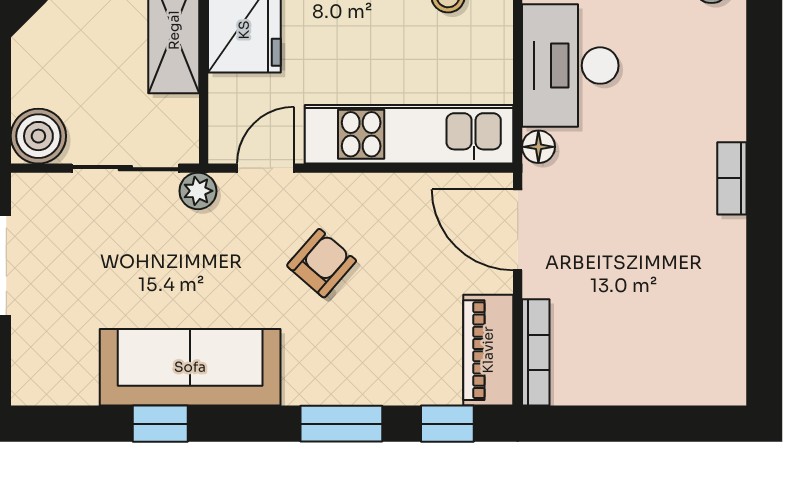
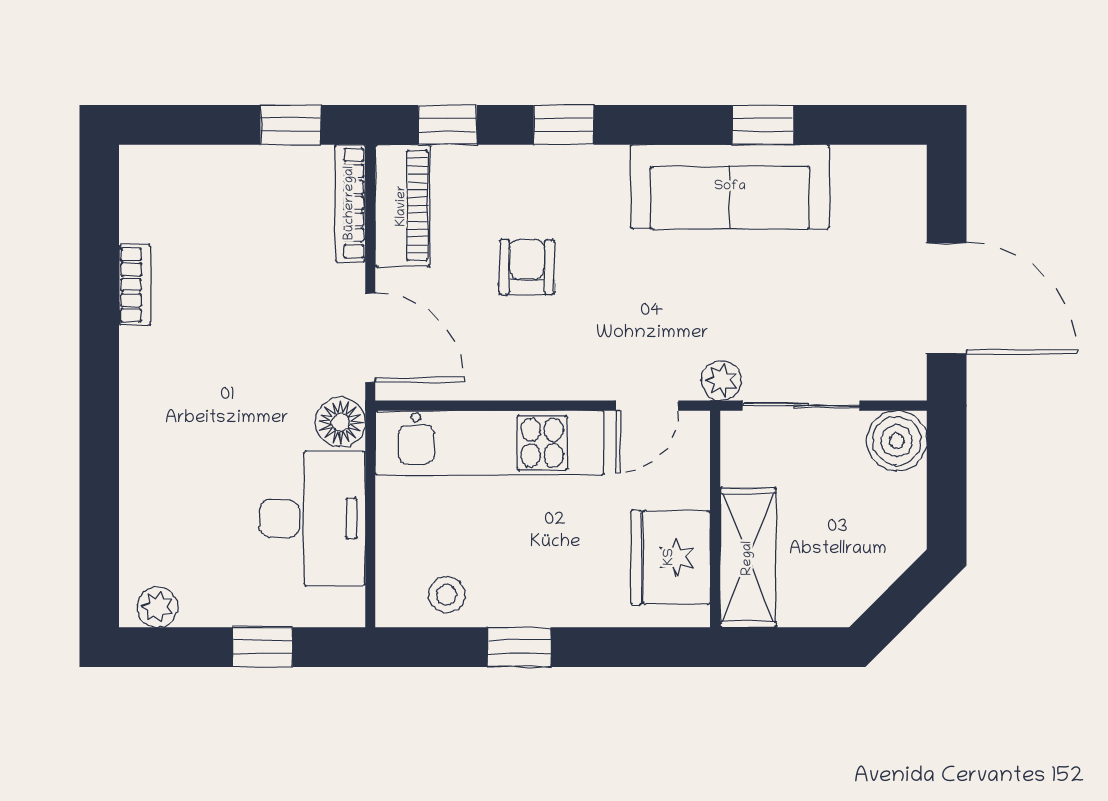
floor lamp: (538, 147) -> (341, 422), width x1.37, depth x1.37
bookcase: (732, 178) -> (135, 285), moved
armchair: (322, 263) -> (527, 267), moved, turned 139
window: (341, 424) -> (564, 125), width x0.67
window: (590, 424) -> (291, 125), added

